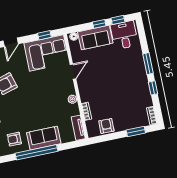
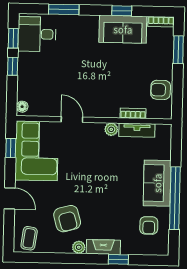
sofa: (95, 38) -> (123, 29), moved, turned 90
window: (148, 64) -> (64, 9), moved
tv unit: (78, 128) -> (137, 130), moved

